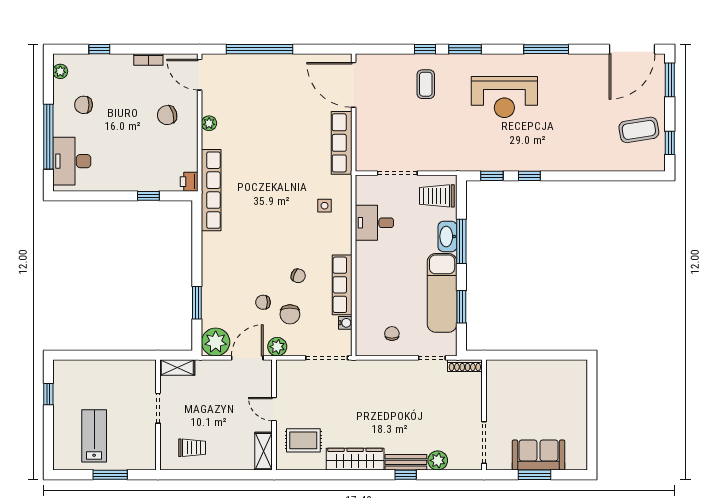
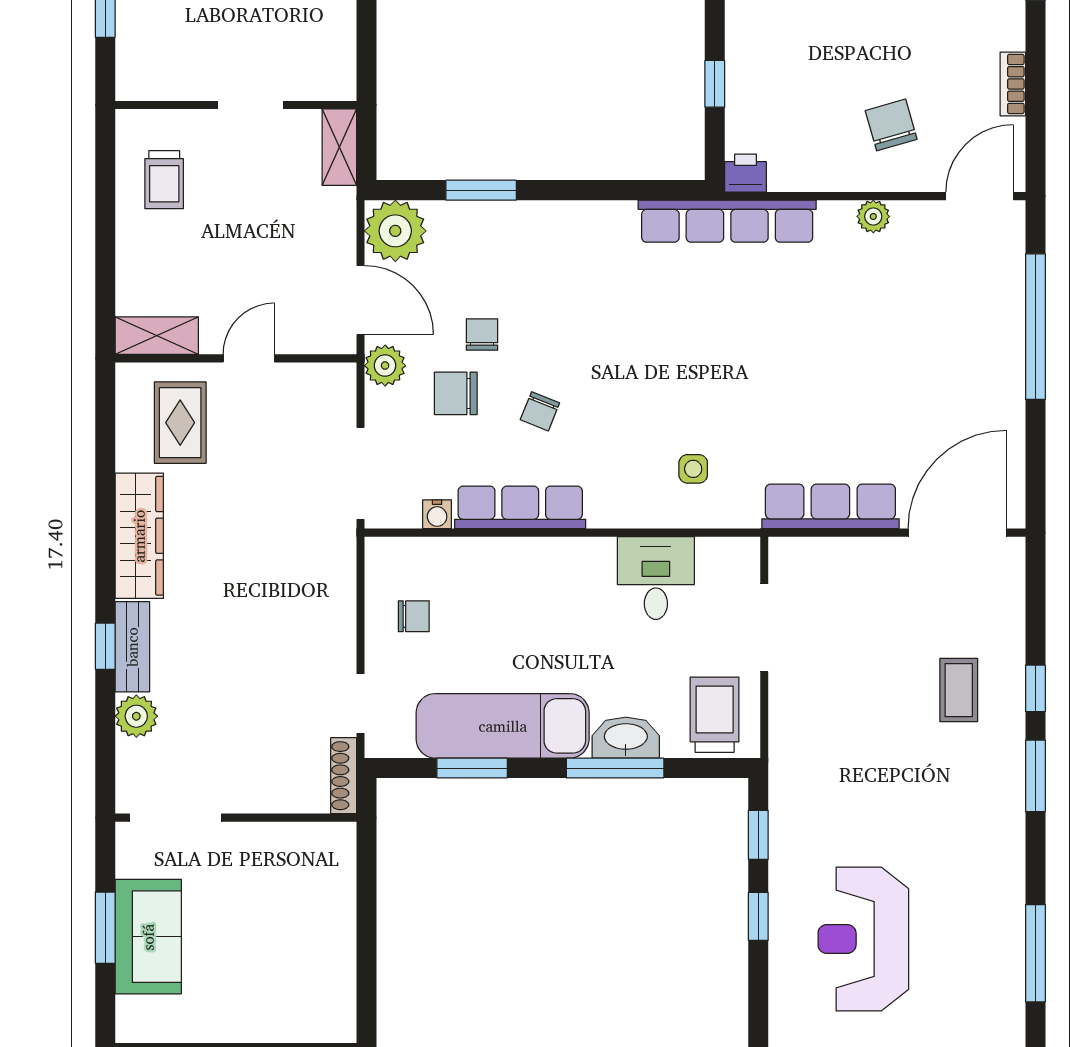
coffee table: (426, 84) -> (959, 690), turned 90
reception desk: (504, 97) -> (863, 939), moved

